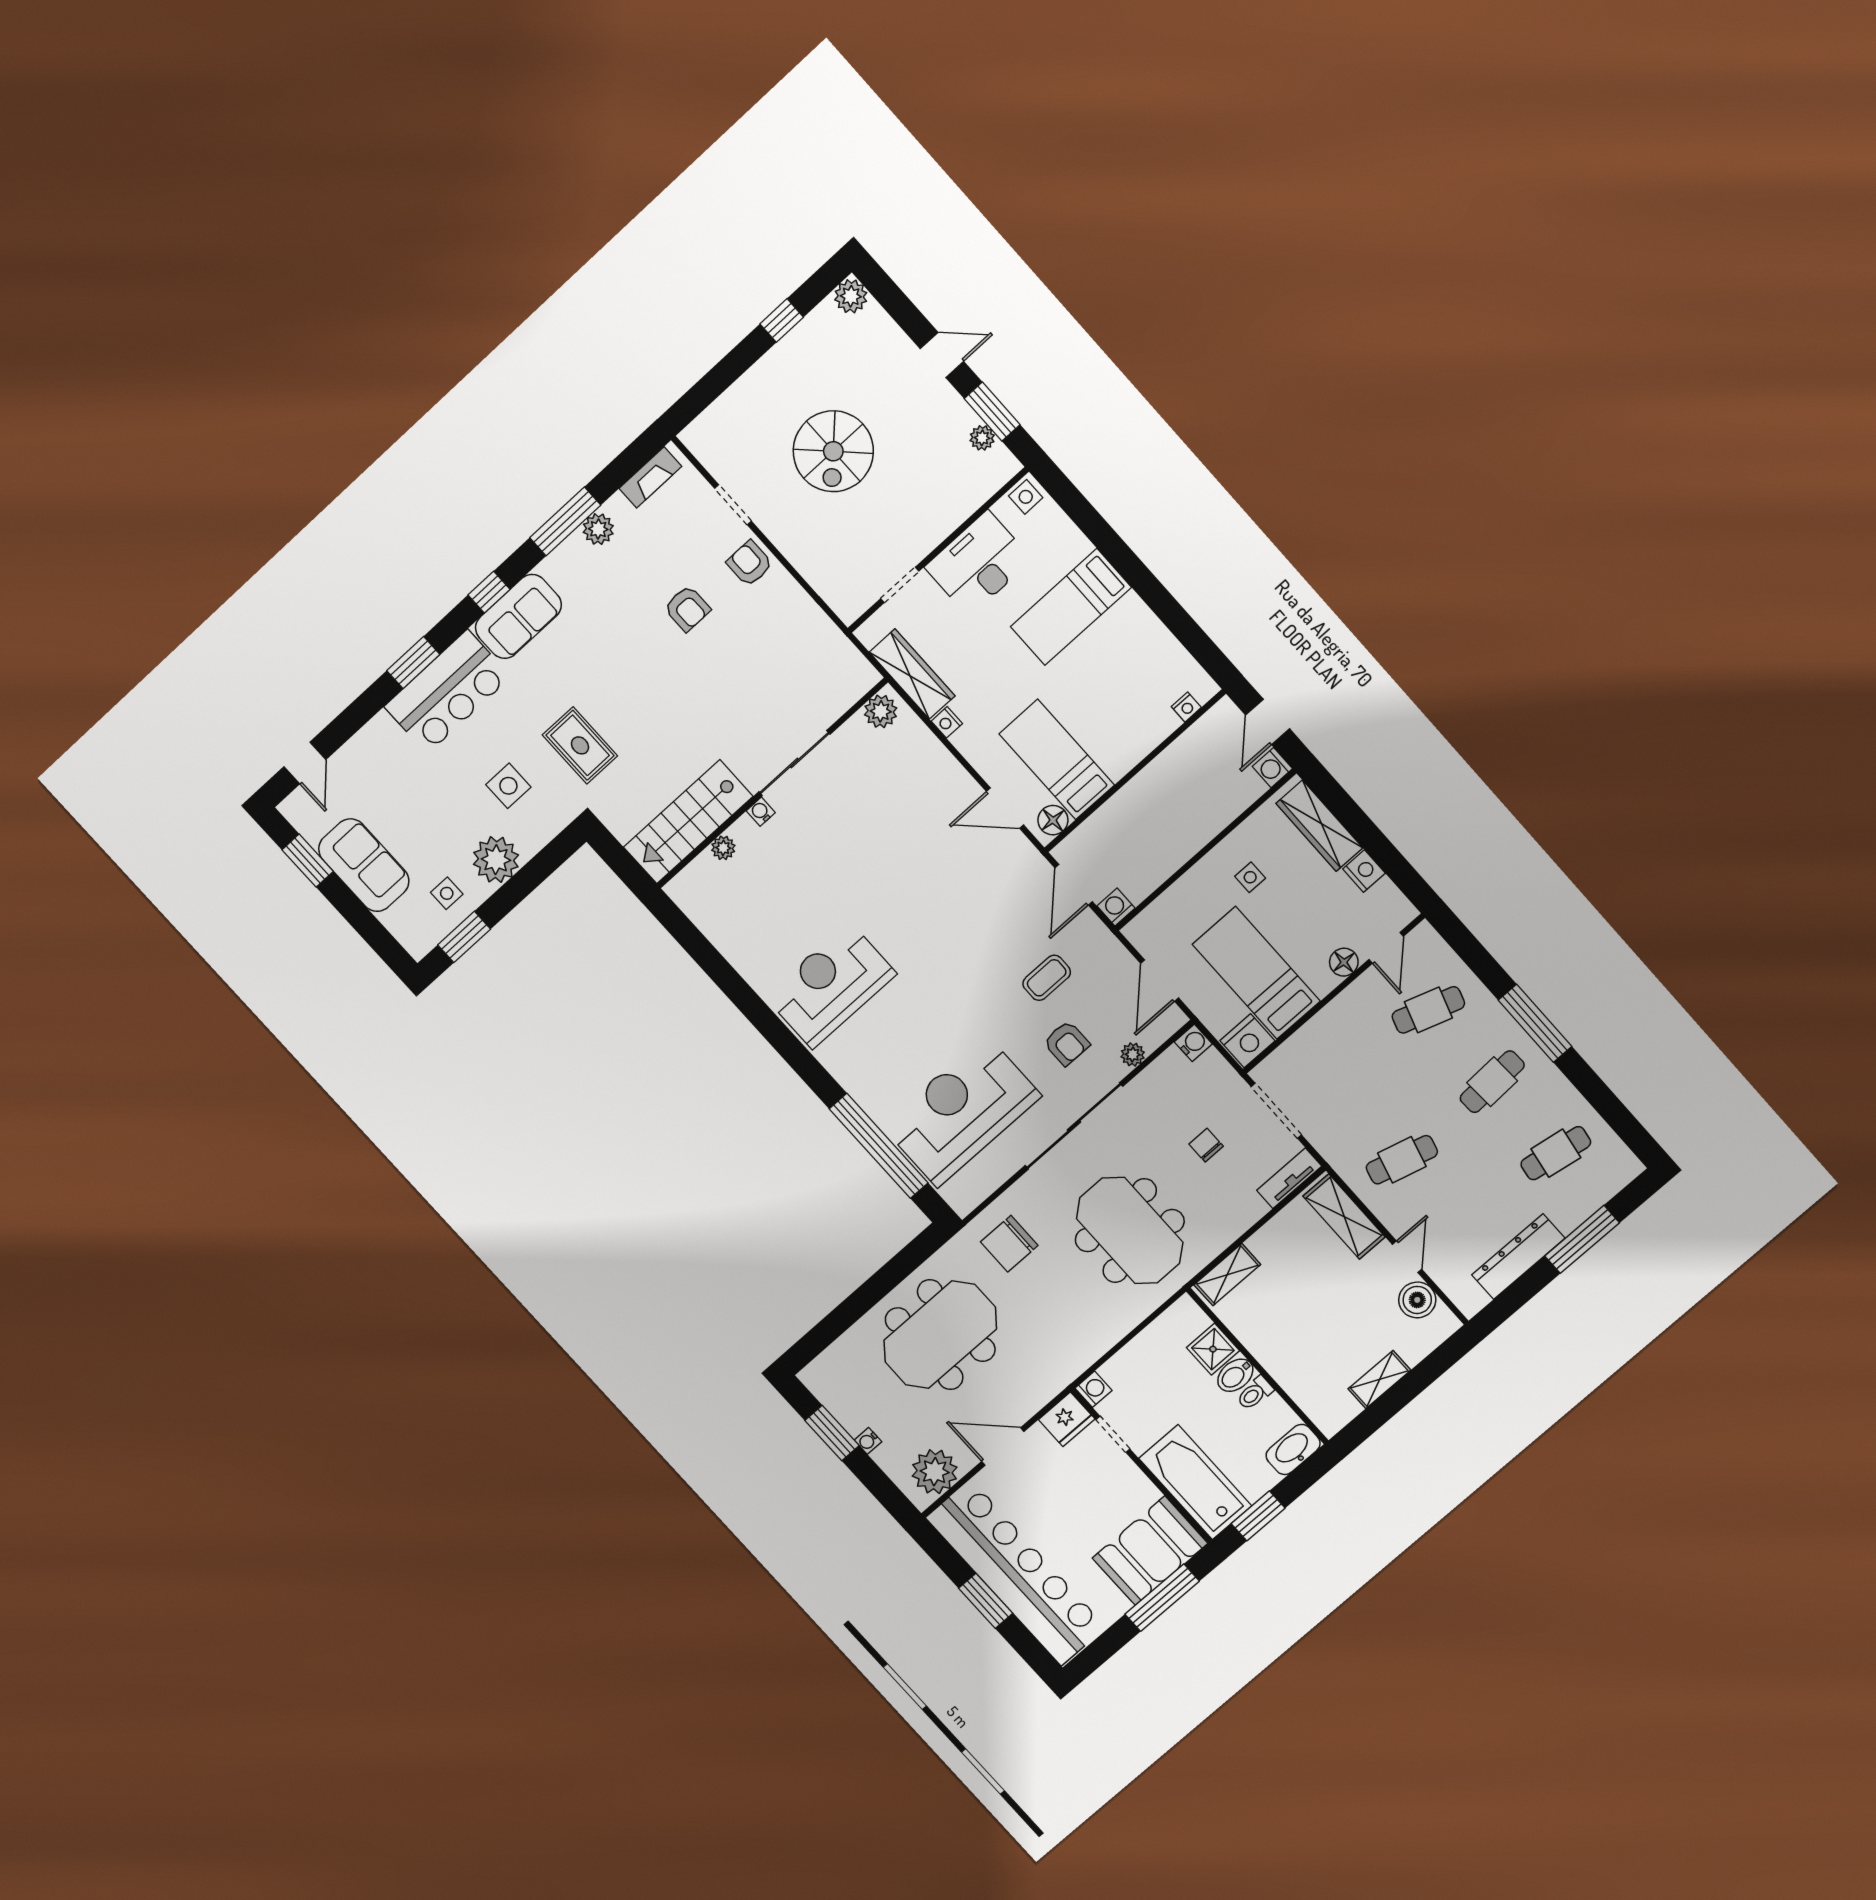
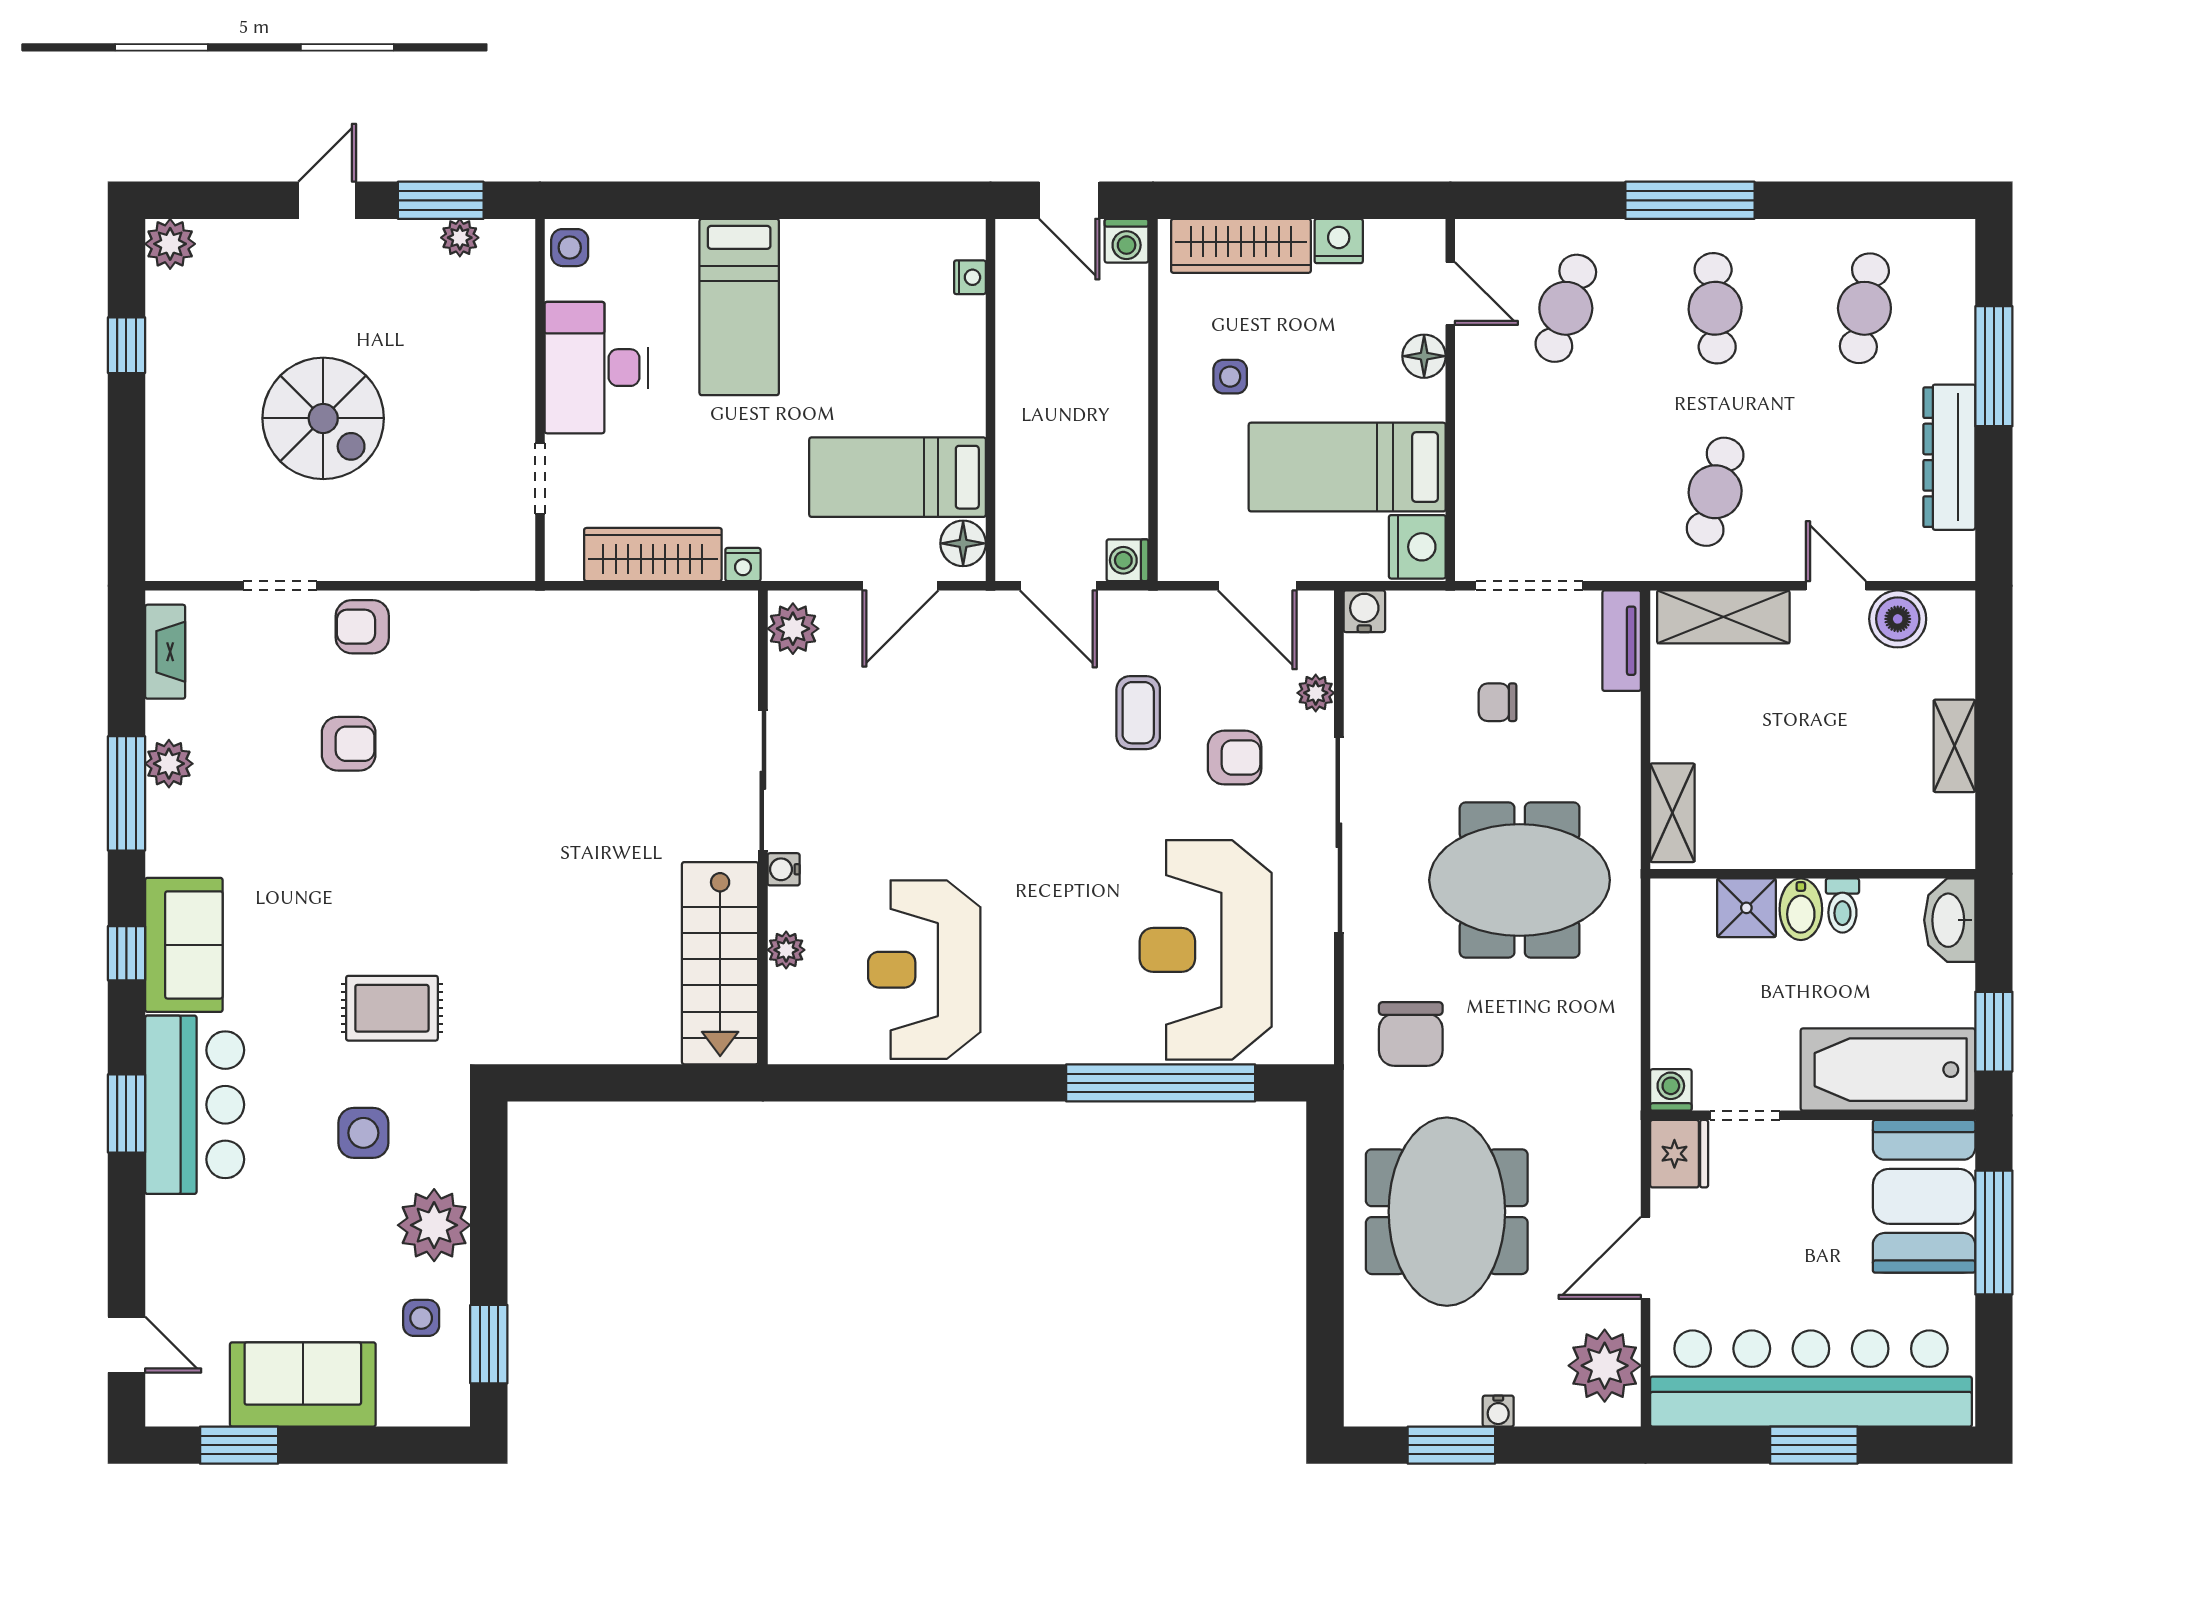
plant: (881, 711) -> (793, 629), moved
sliding door: (794, 763) -> (763, 780), moved
wall: (772, 783) -> (763, 827), moved
water cooler: (761, 812) -> (784, 869), moved
stairs: (688, 822) -> (720, 963), moved
plant: (723, 848) -> (786, 950), moved

